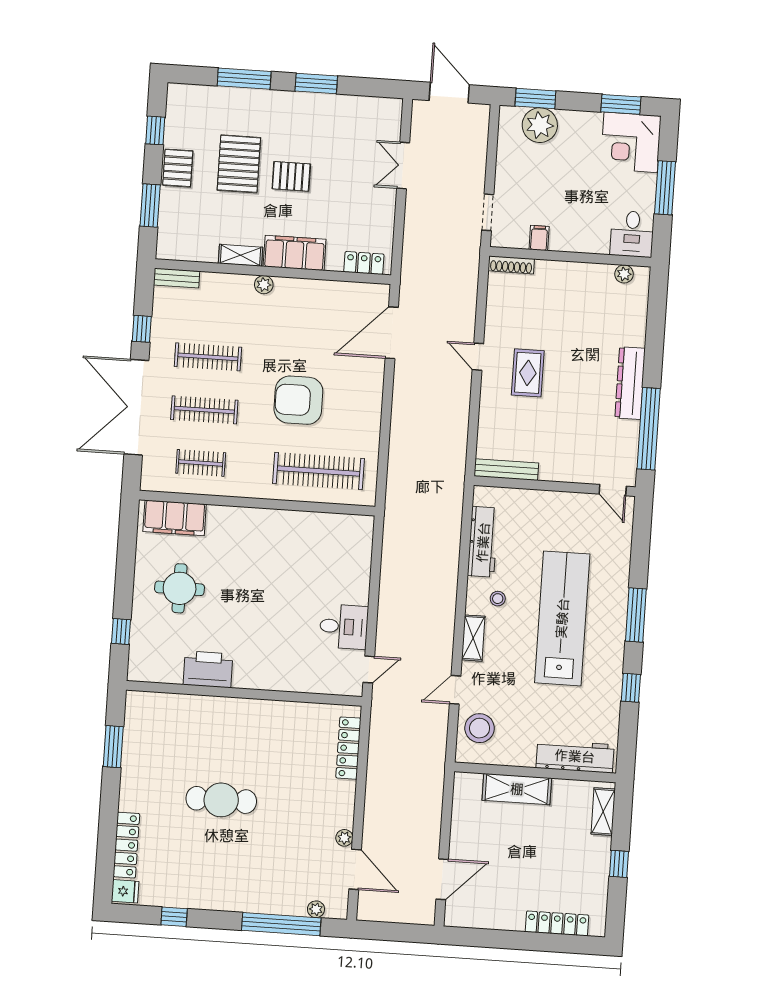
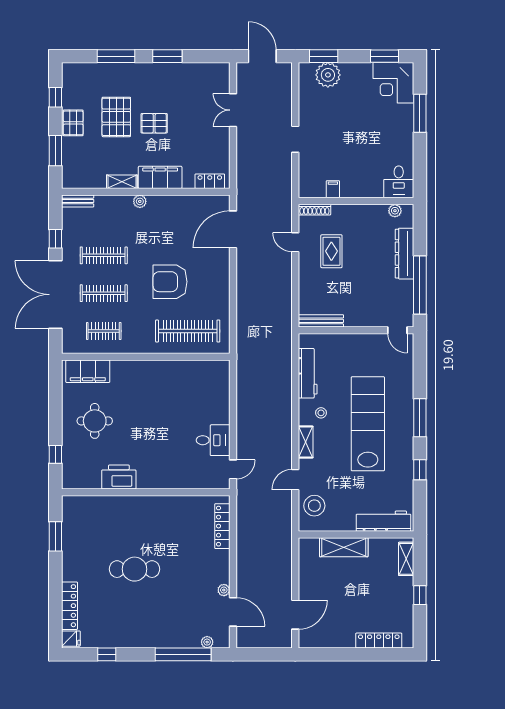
desk: (632, 234) -> (399, 182), moved
filing cabinet: (539, 238) -> (333, 189), moved
wall: (570, 257) -> (356, 201), moved
shoe rack: (511, 265) -> (314, 210), moved
plant: (624, 274) -> (395, 211), moved

